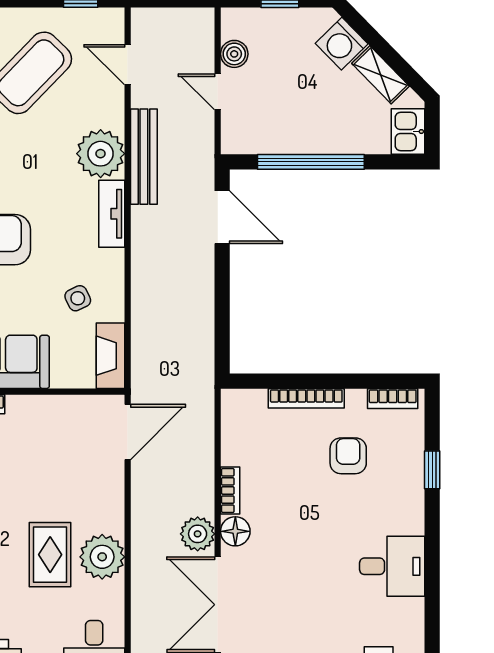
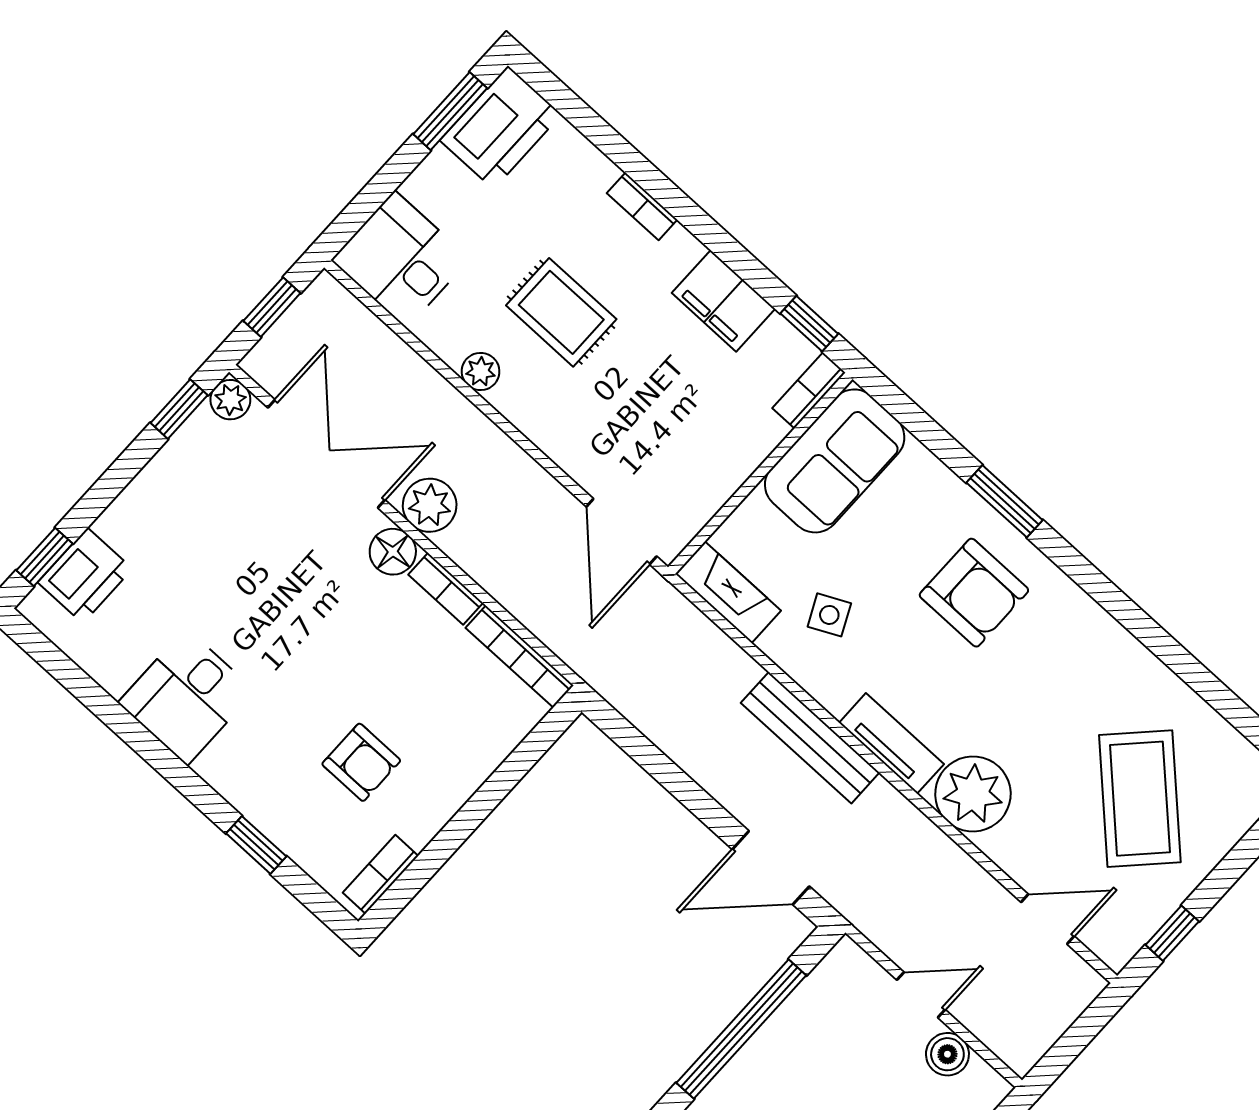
bench: (144, 157) -> (810, 738), moved
bookcase: (306, 398) -> (520, 657), moved, turned -90
plant: (102, 557) -> (481, 372), width x0.53, depth x0.53

